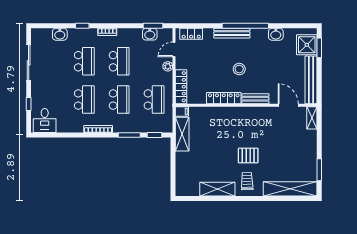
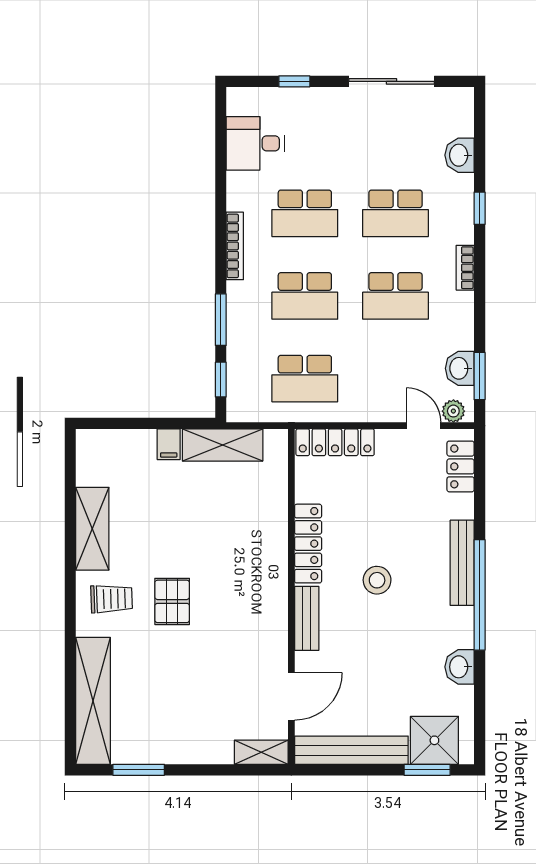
plant: (168, 66) -> (453, 411), moved
filing cabinet: (182, 111) -> (169, 444), moved
desk: (45, 120) -> (255, 143), moved

